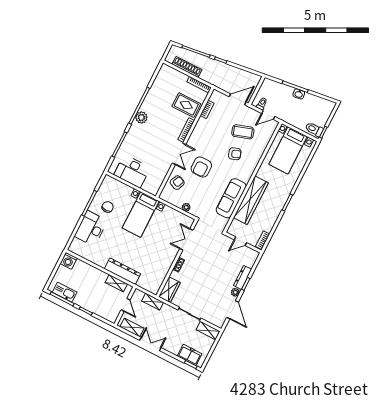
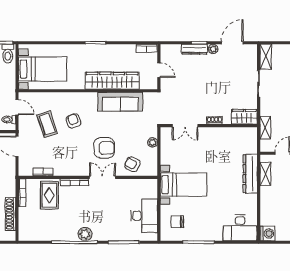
chair: (108, 207) -> (177, 222), moved
desk: (91, 228) -> (240, 228), moved

